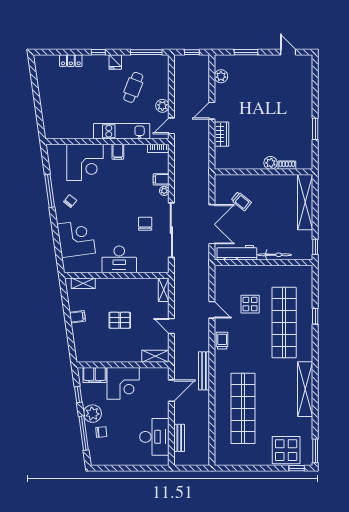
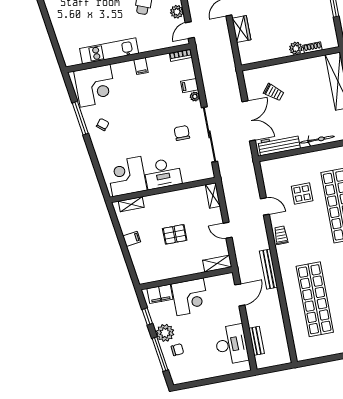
kitchen unit: (122, 131) -> (109, 51), moved
corner desk: (85, 162) -> (95, 86), moved
corner desk: (76, 239) -> (127, 176), moved, turned -82

